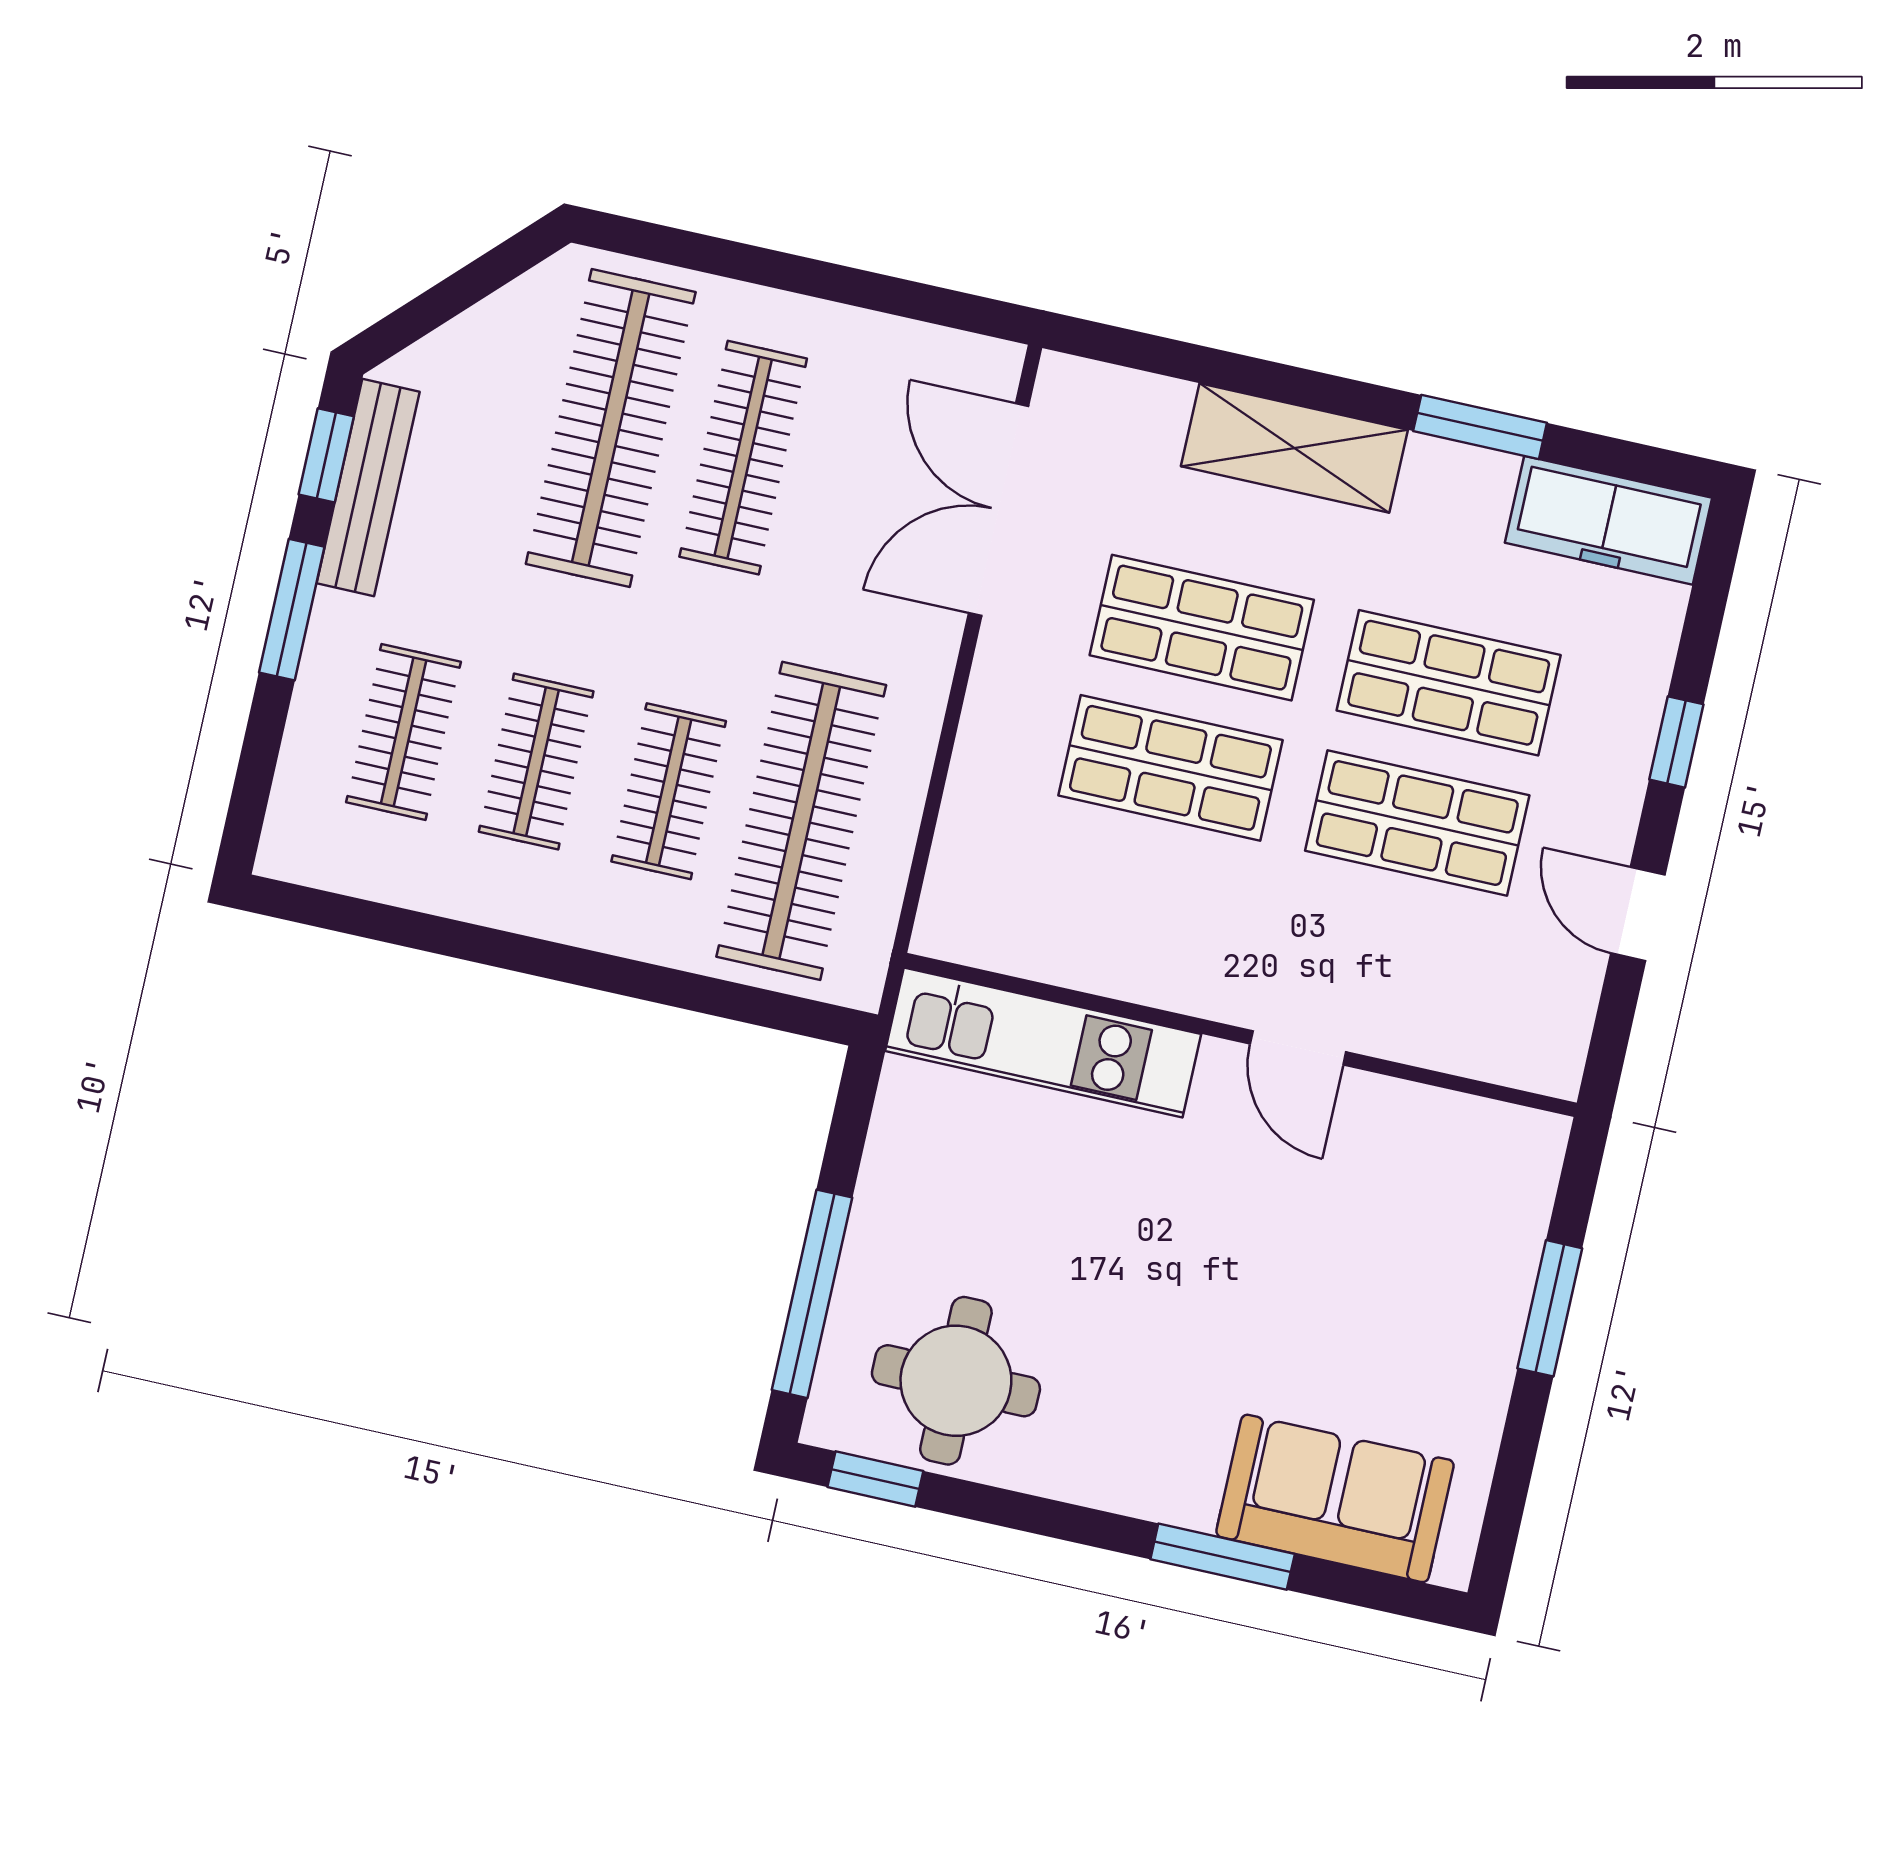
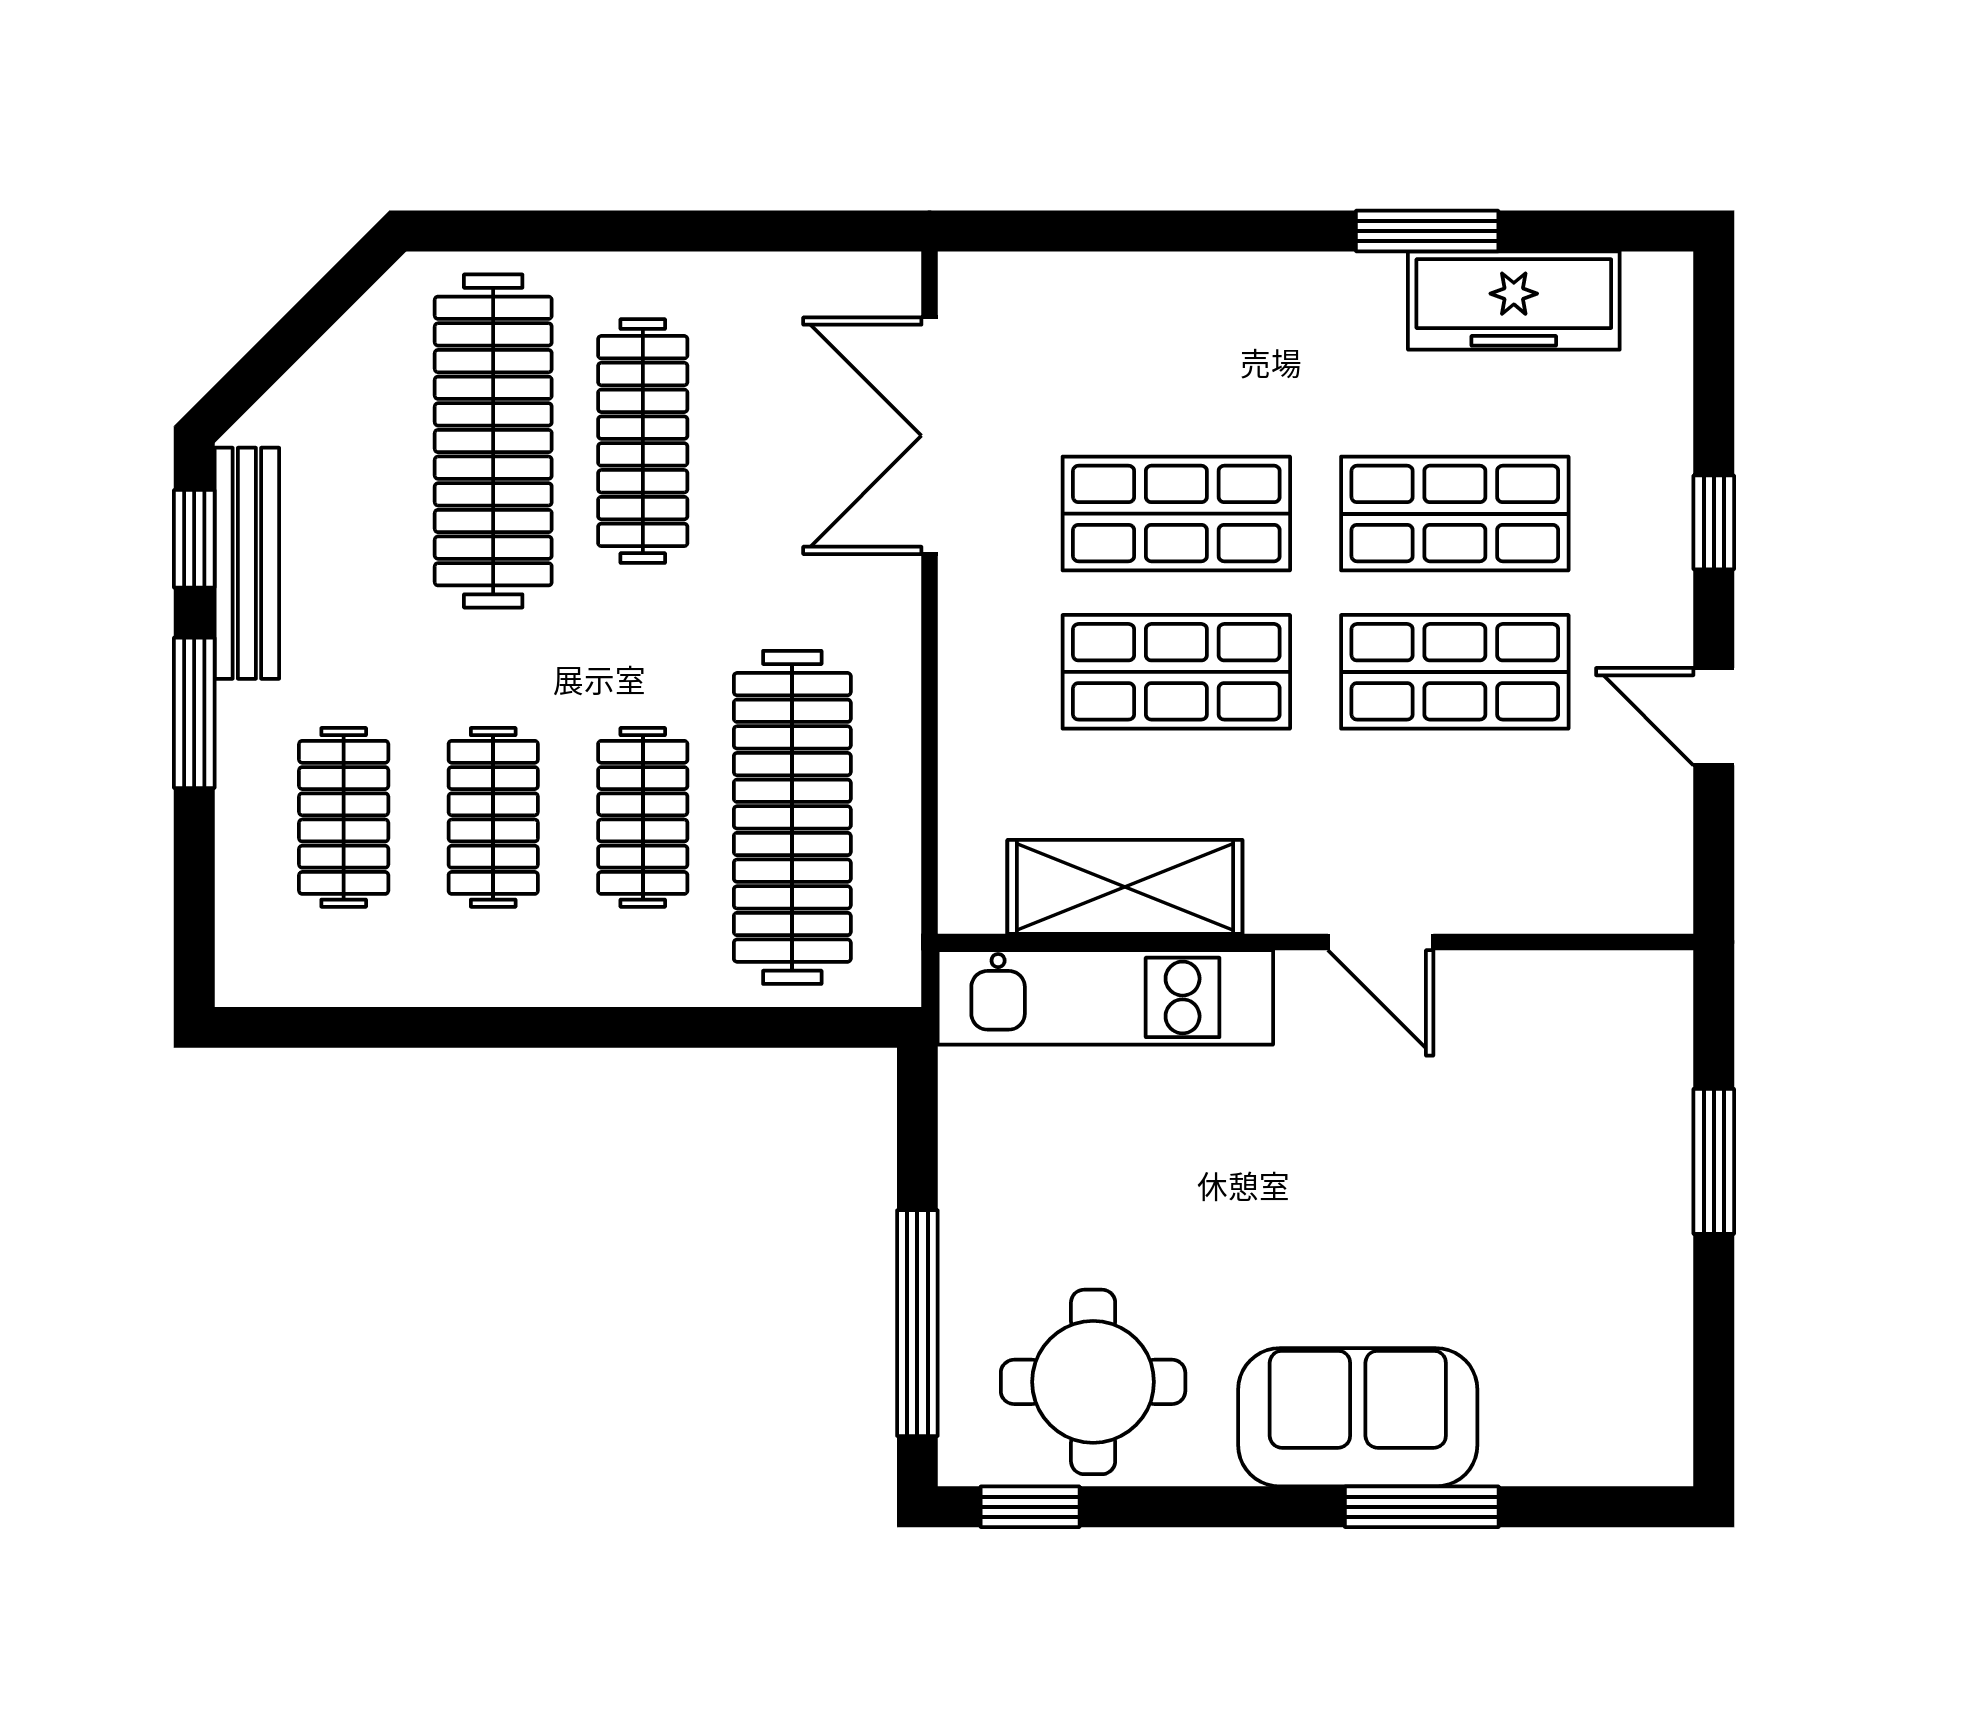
shelving: (1294, 448) -> (1125, 887), moved
freezer: (1609, 520) -> (1514, 300), moved
sofa: (1335, 1498) -> (1358, 1417), moved

